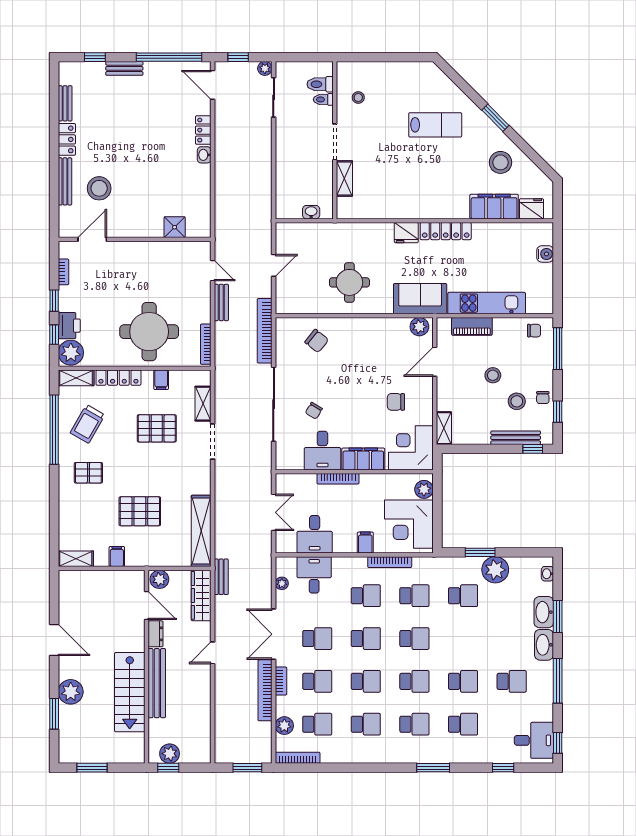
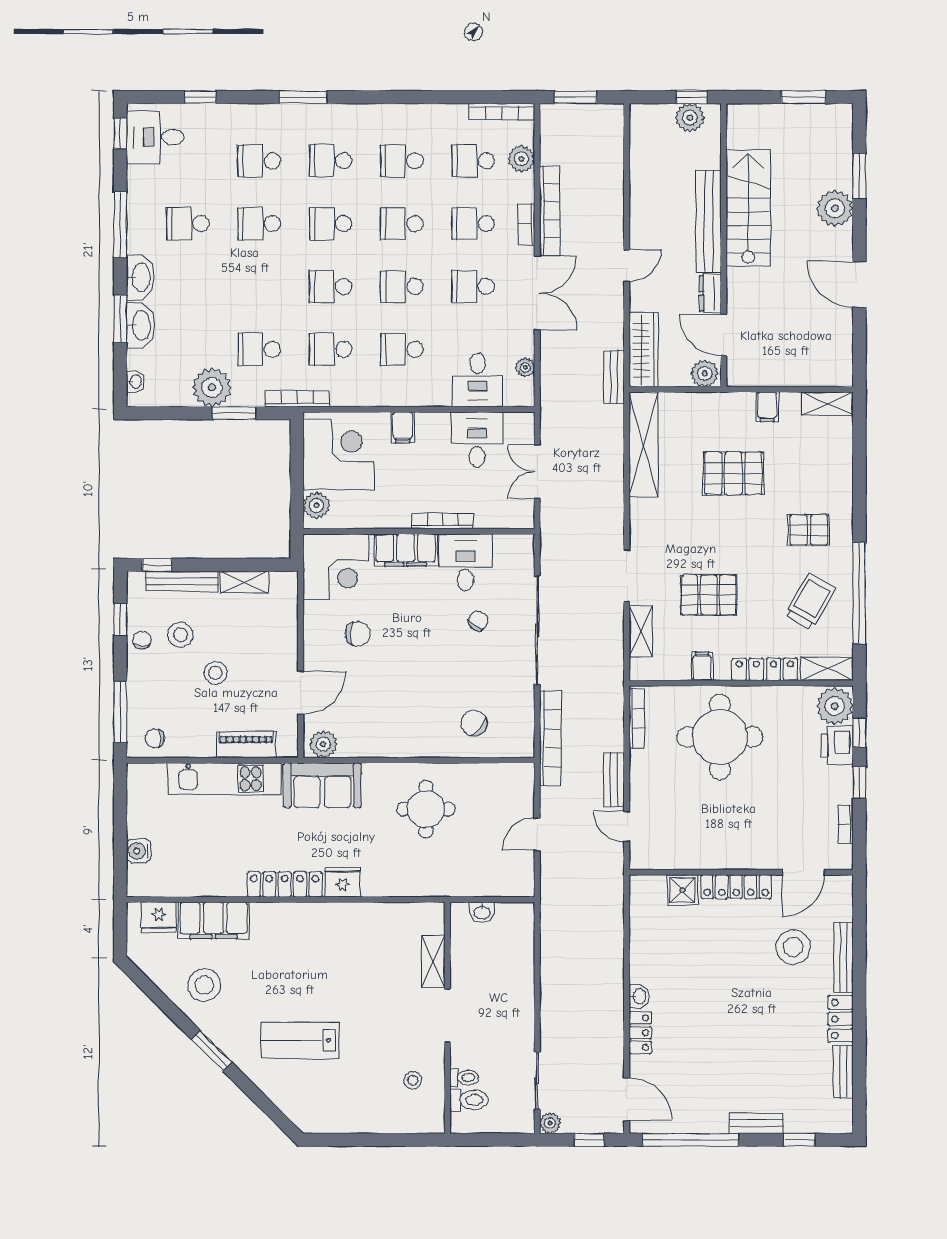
locker: (138, 229) -> (736, 887), added
shelving: (444, 428) -> (244, 582), moved, turned 90
bookcase: (390, 562) -> (297, 399), moved

